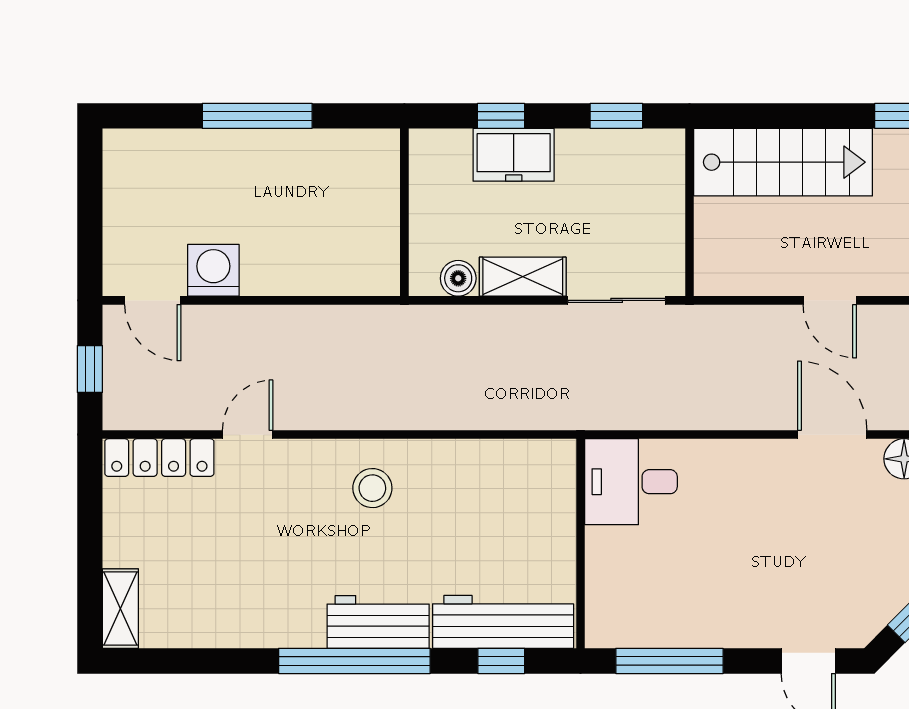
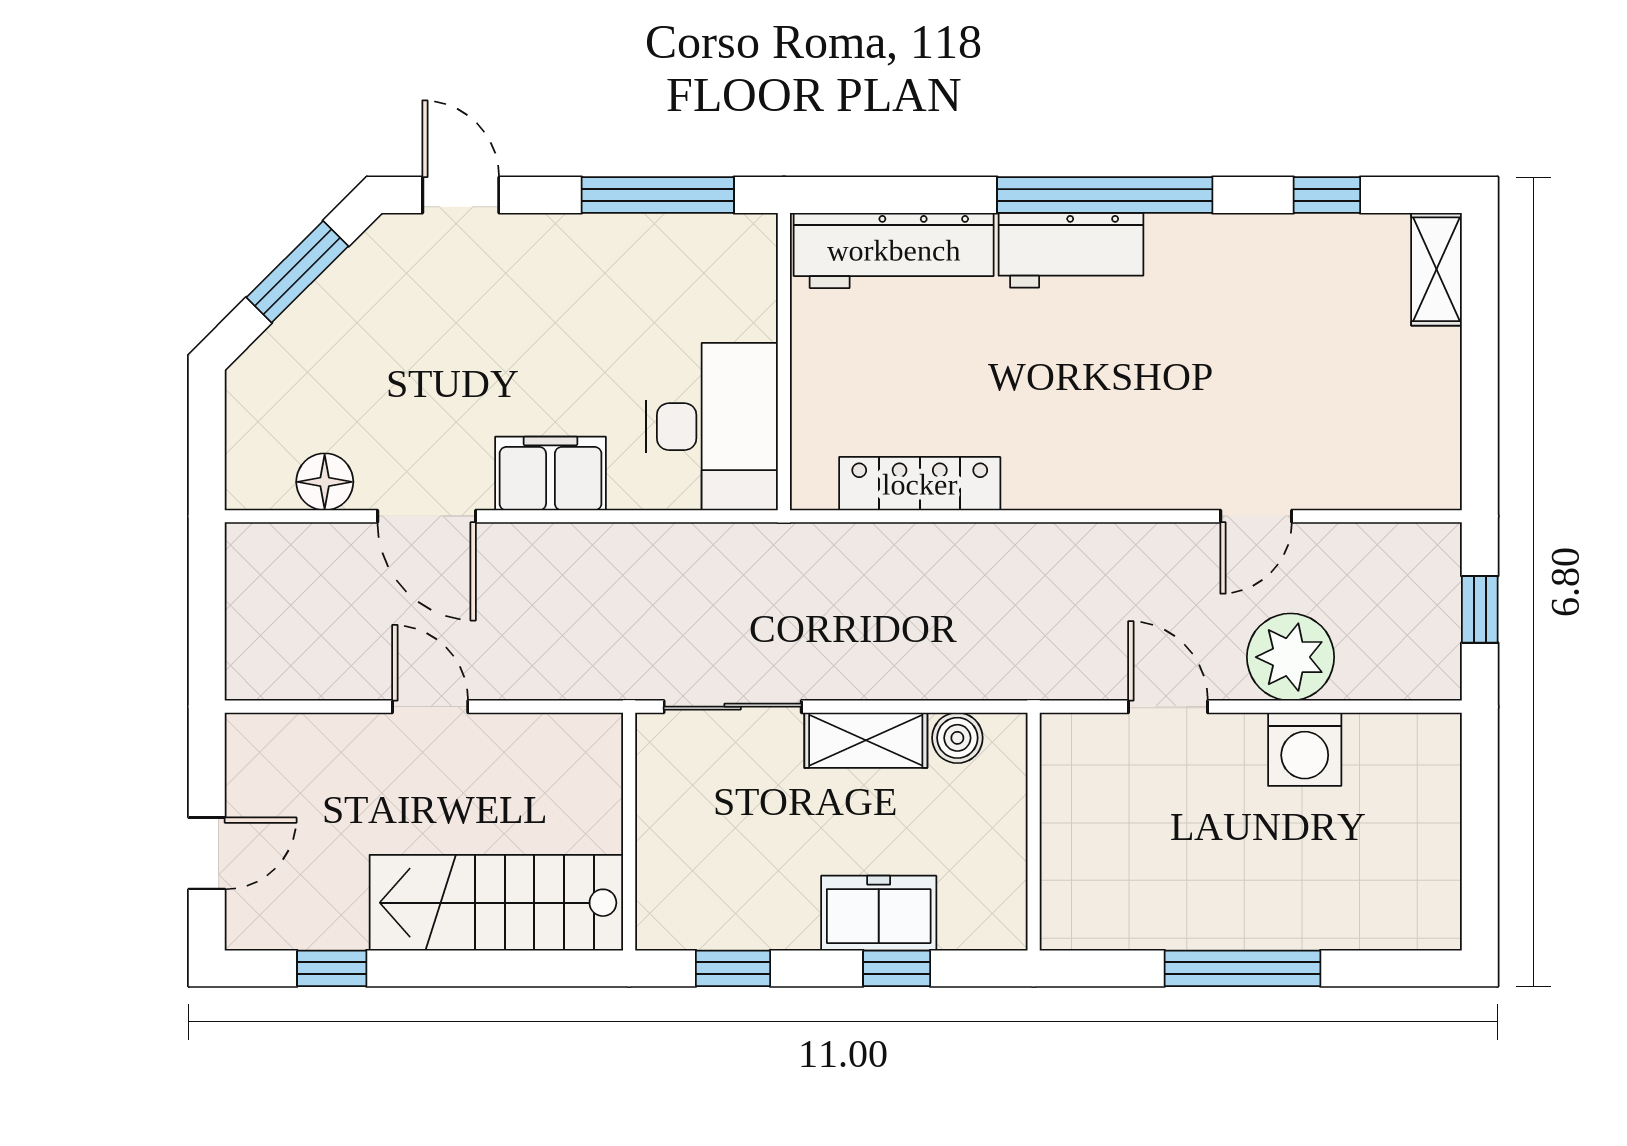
door: (153, 300) -> (1168, 707), moved
plant: (223, 335) -> (1290, 657), added
locker: (159, 458) -> (920, 484), moved
filing cabinet: (745, 465) -> (550, 473), added
desk: (631, 482) -> (712, 427), width x1.37
stool: (372, 488) -> (1079, 440), removed
window: (501, 661) -> (1327, 195), moved

